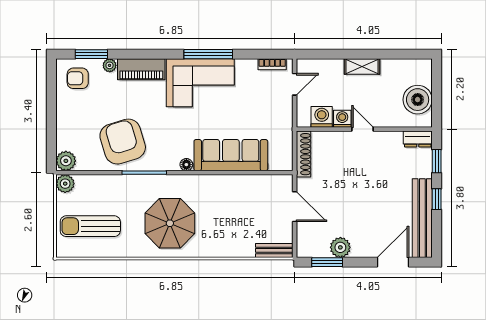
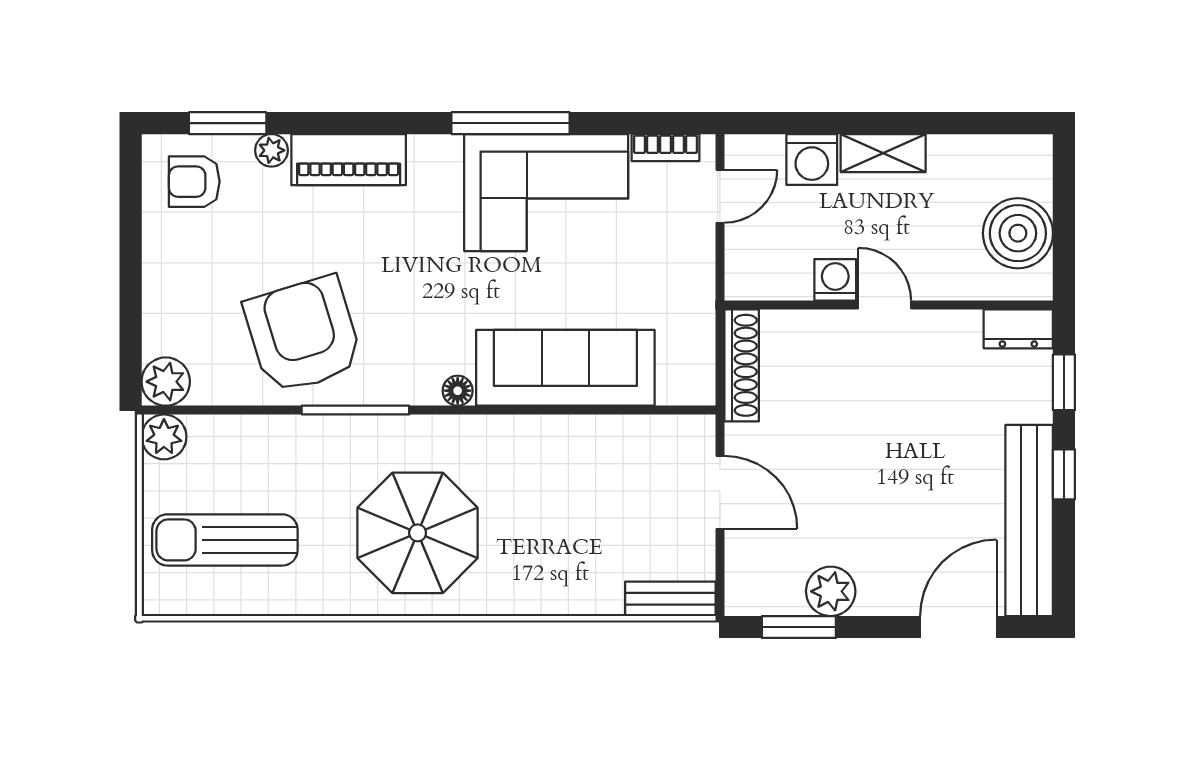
corner sofa: (200, 83) -> (546, 193), moved
washing machine: (322, 117) -> (812, 159), moved, turned 180

